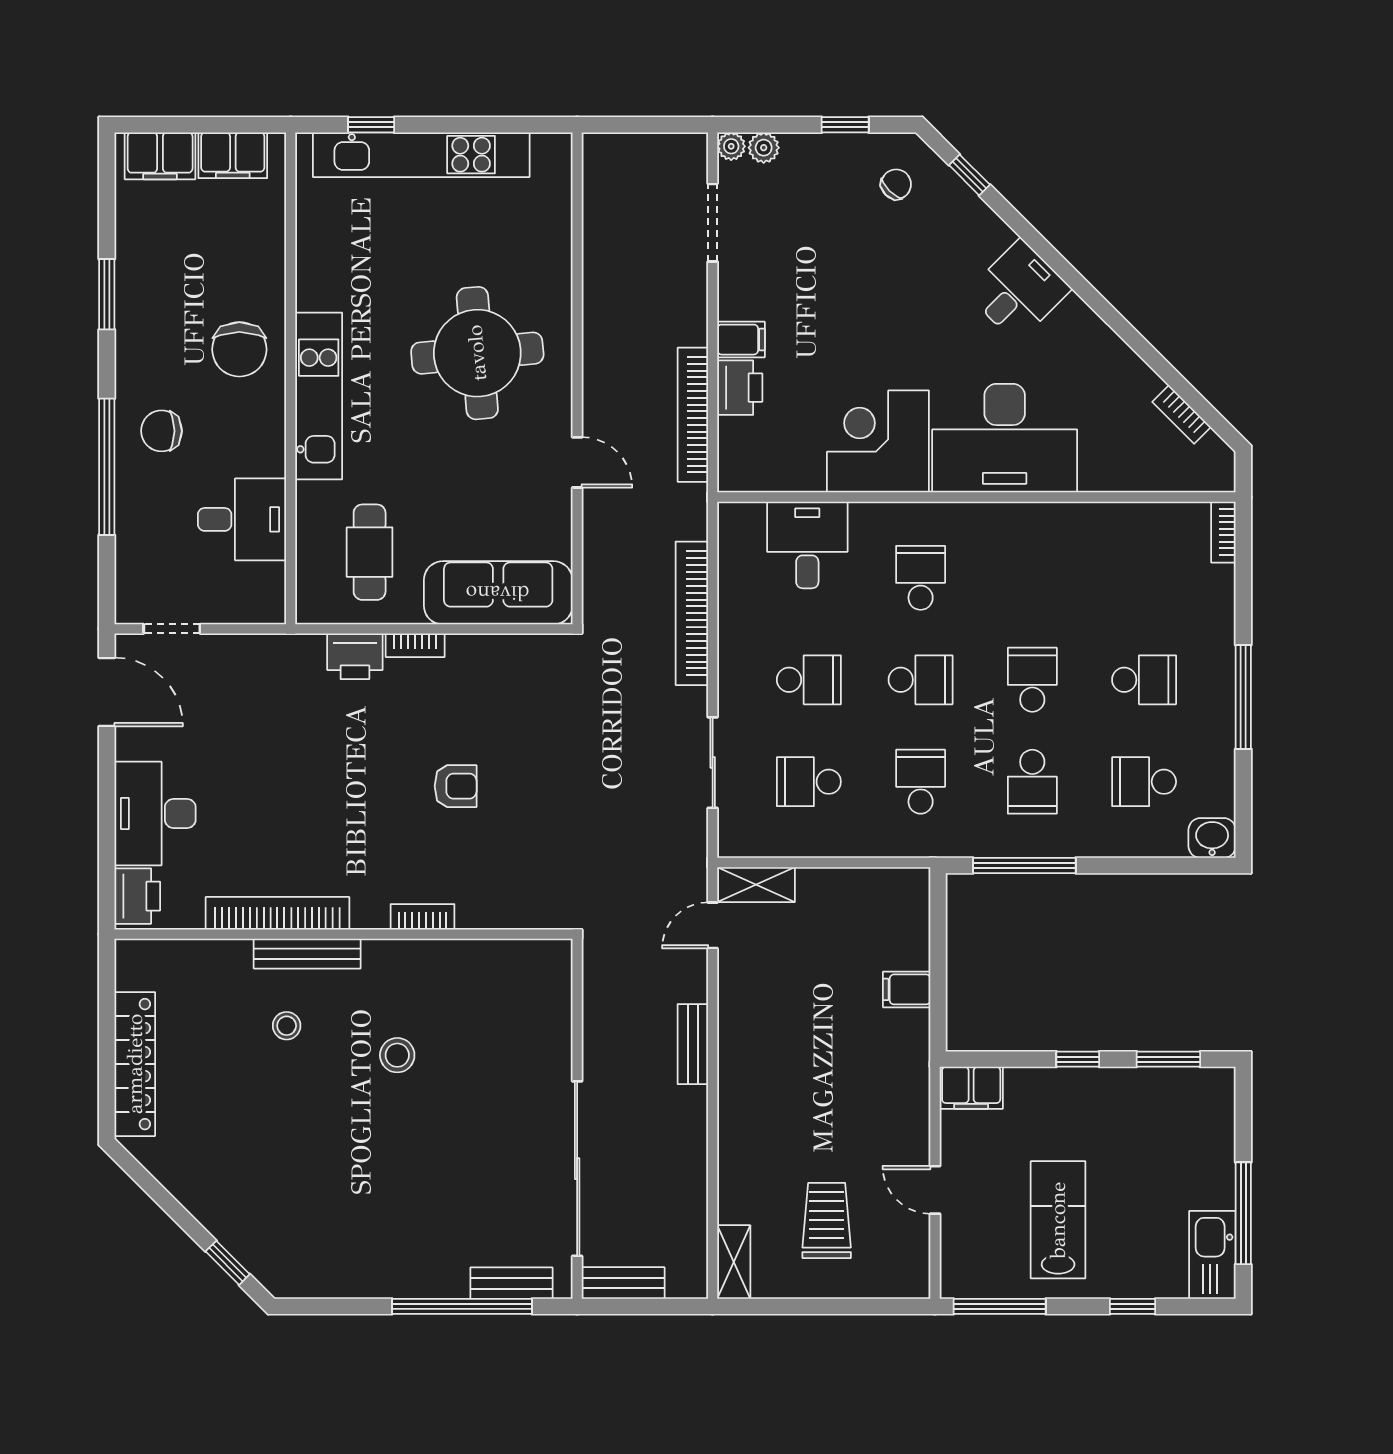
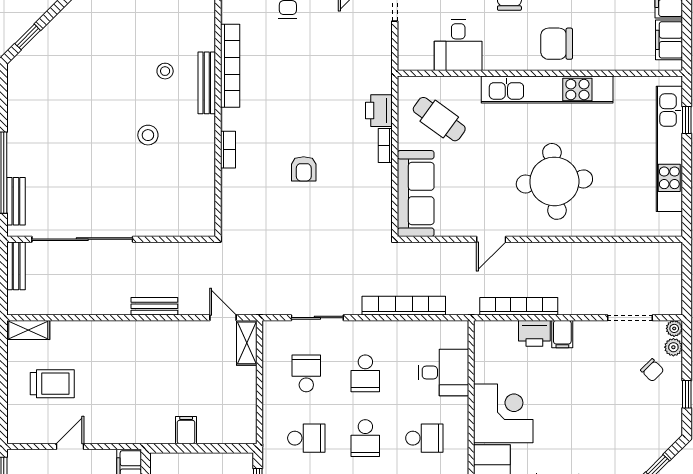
chair: (896, 184) -> (652, 370), moved
kitchen unit: (319, 396) -> (547, 90), width x1.36
cafe table: (370, 552) -> (439, 119), turned 36

